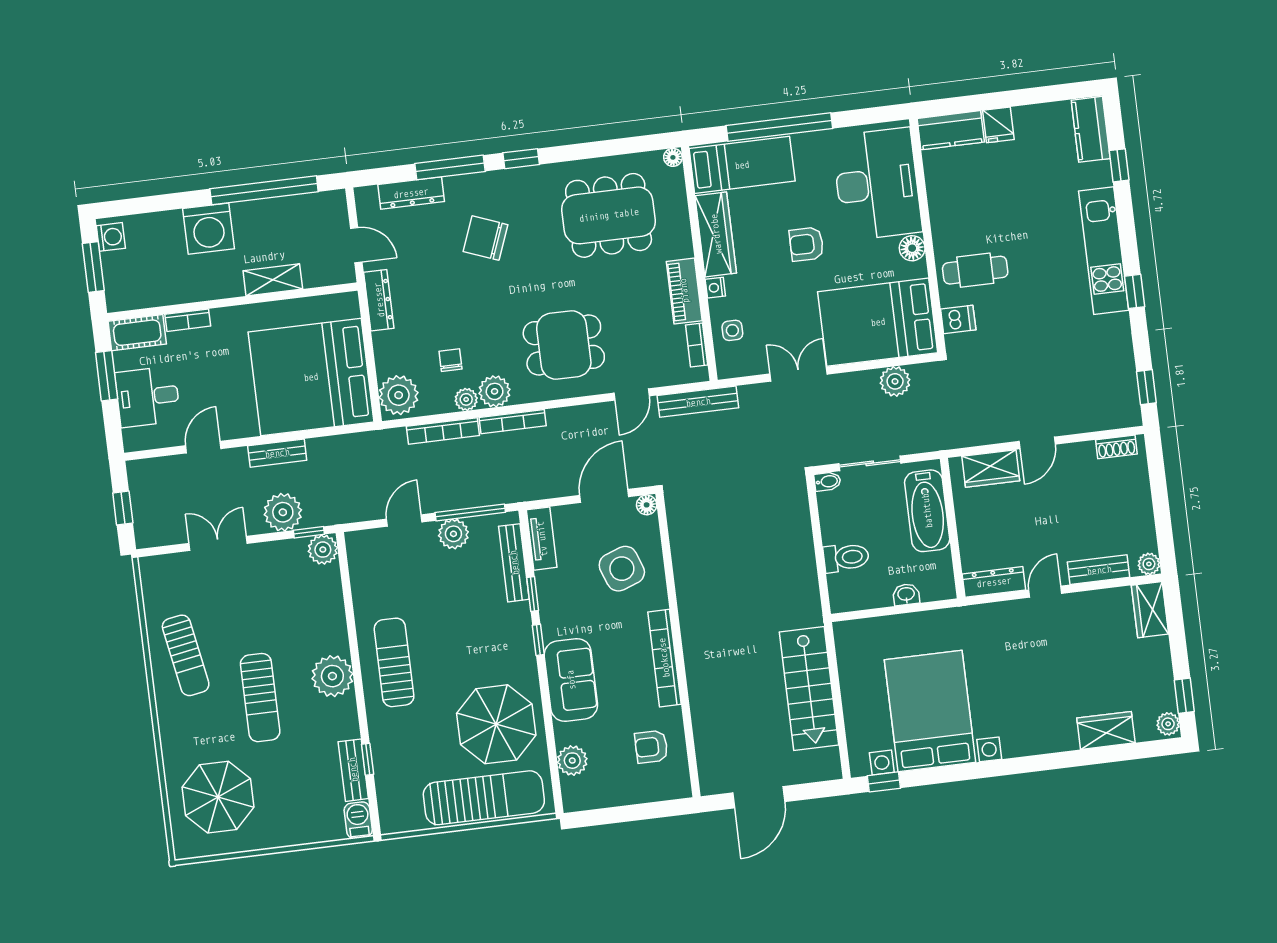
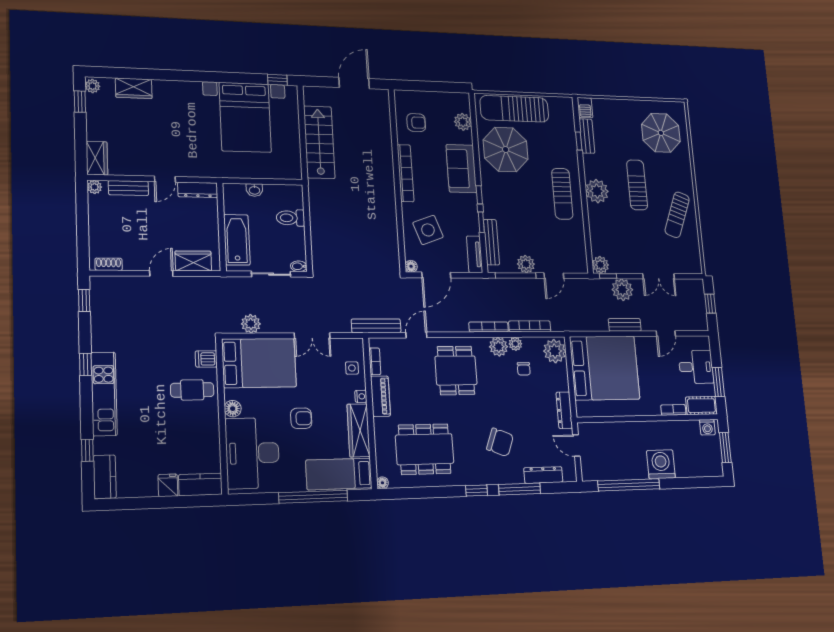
washing machine: (111, 237) -> (707, 427), moved, turned -90
shelving: (273, 280) -> (625, 429), removed
dining table: (564, 345) -> (456, 370), turned 90
sun lounger: (186, 655) -> (677, 215), turned -149

